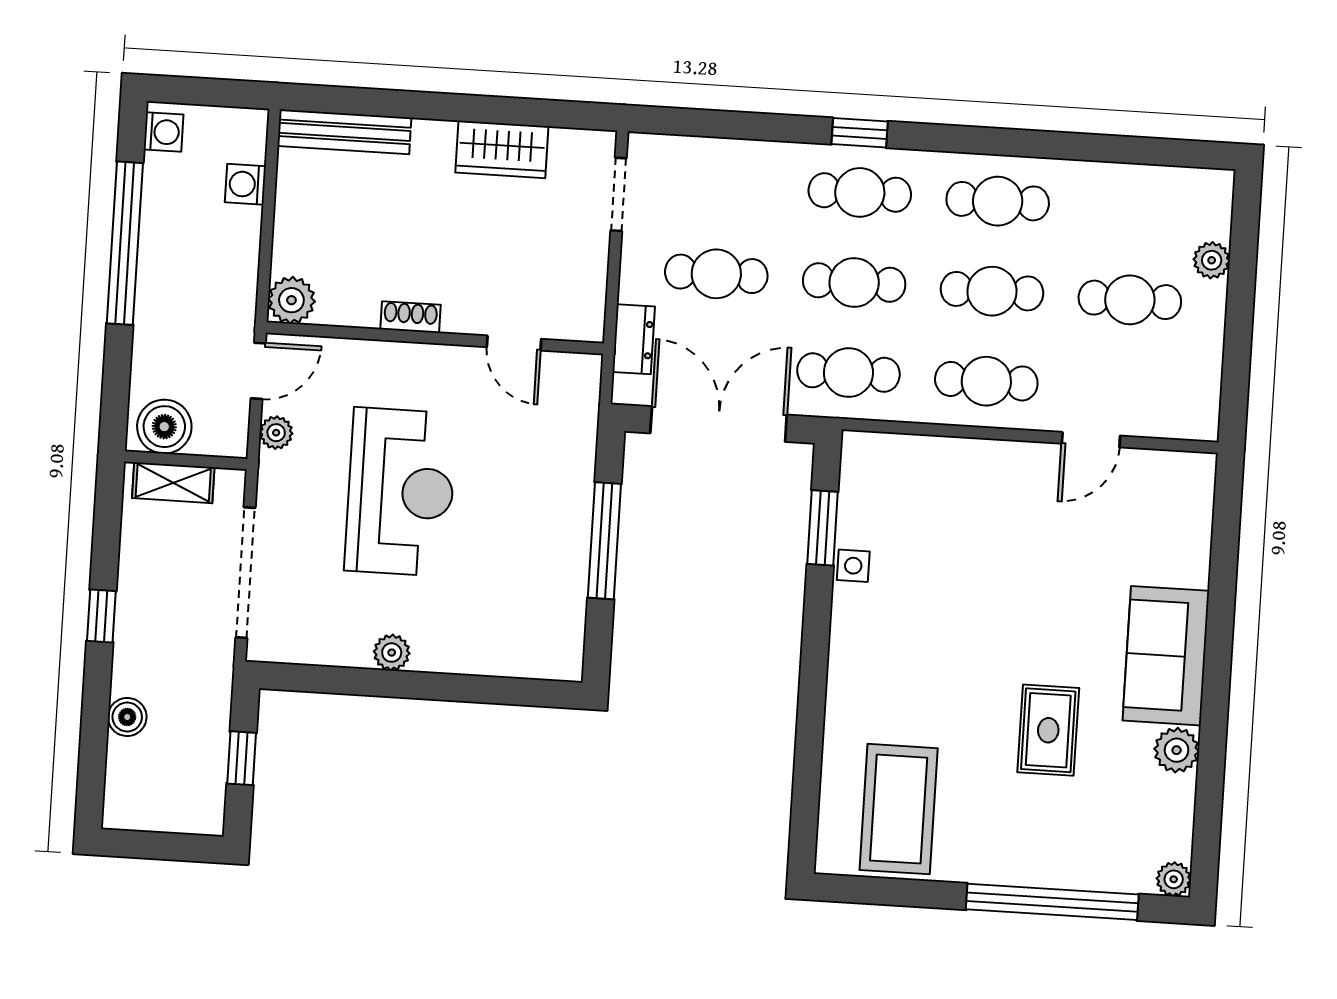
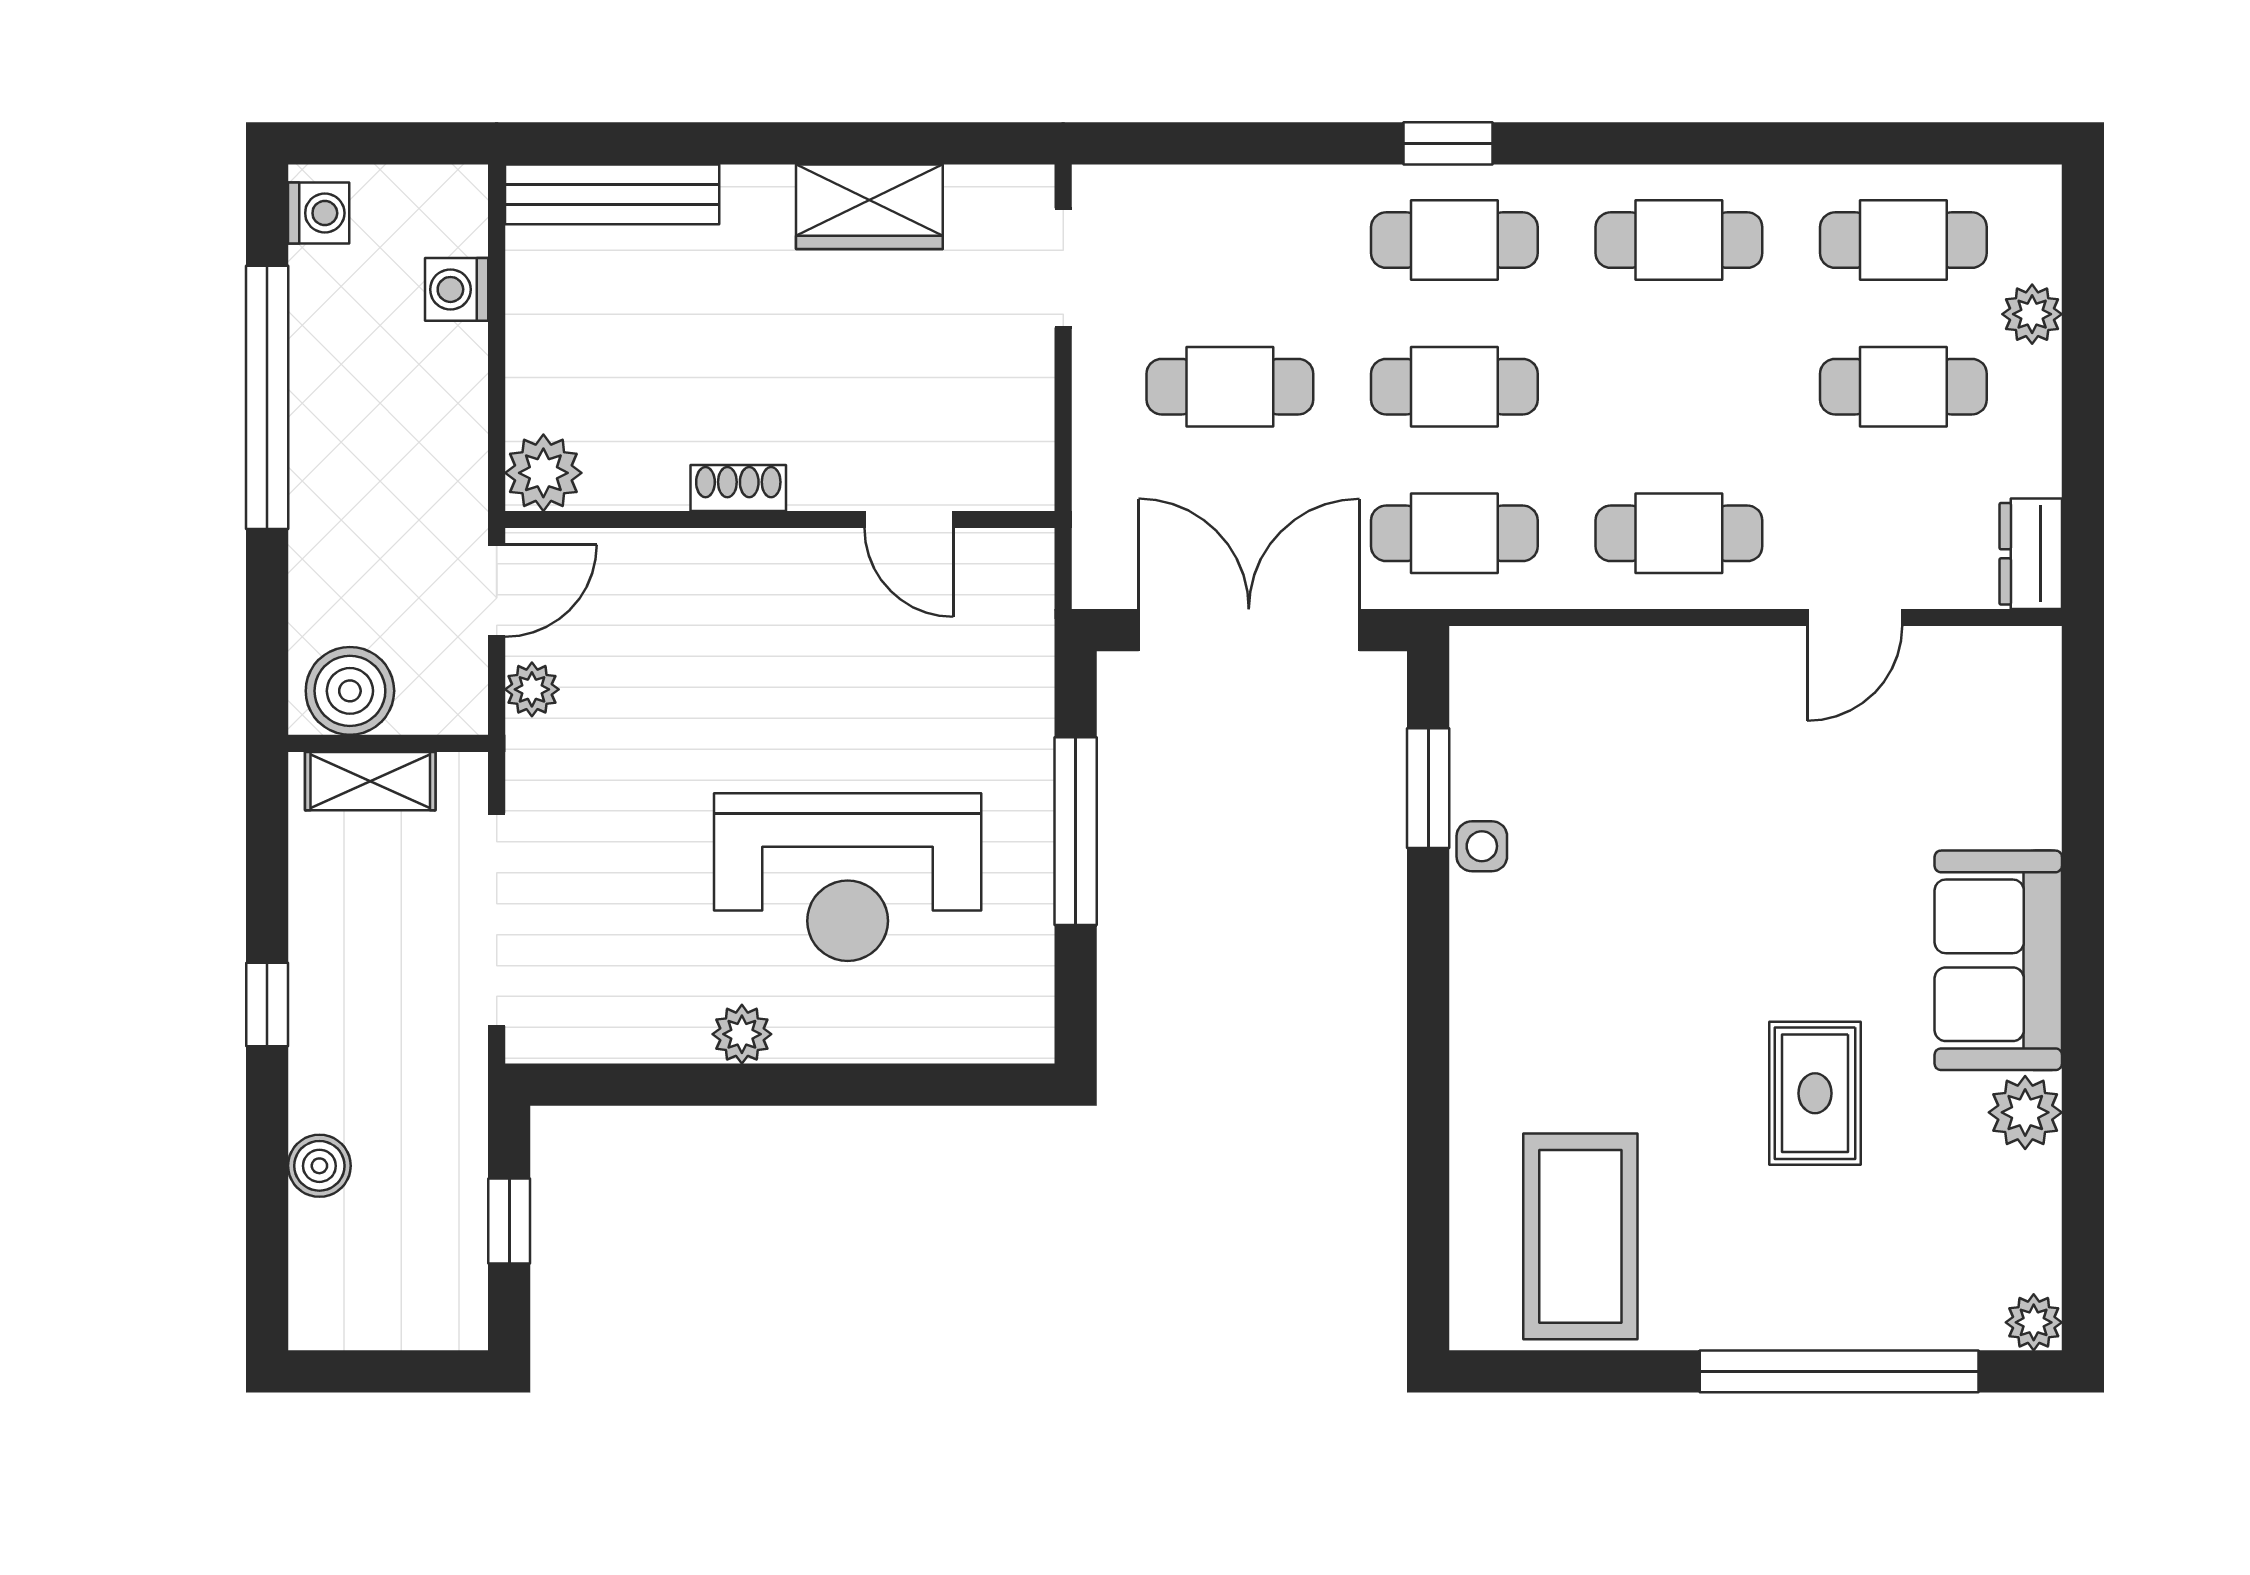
cafe table: (992, 291) -> (1903, 240), moved
dresser: (634, 339) -> (2031, 554), moved, turned 180
reception desk: (401, 492) -> (848, 877), moved, turned 90

